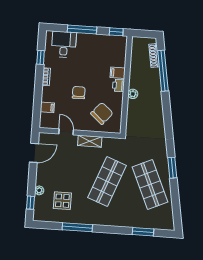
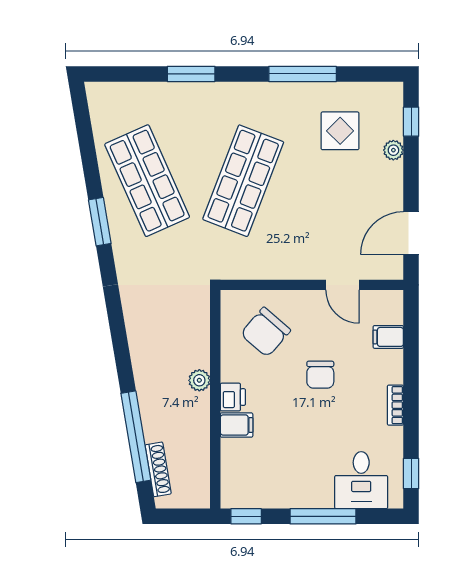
window: (41, 57) -> (411, 474), moved
shelving: (90, 141) -> (288, 268), removed
window: (143, 232) -> (191, 74), moved

